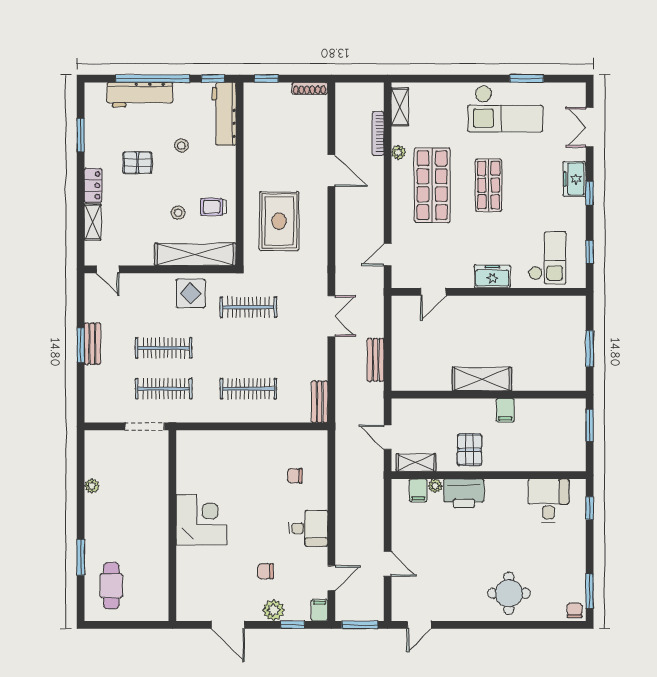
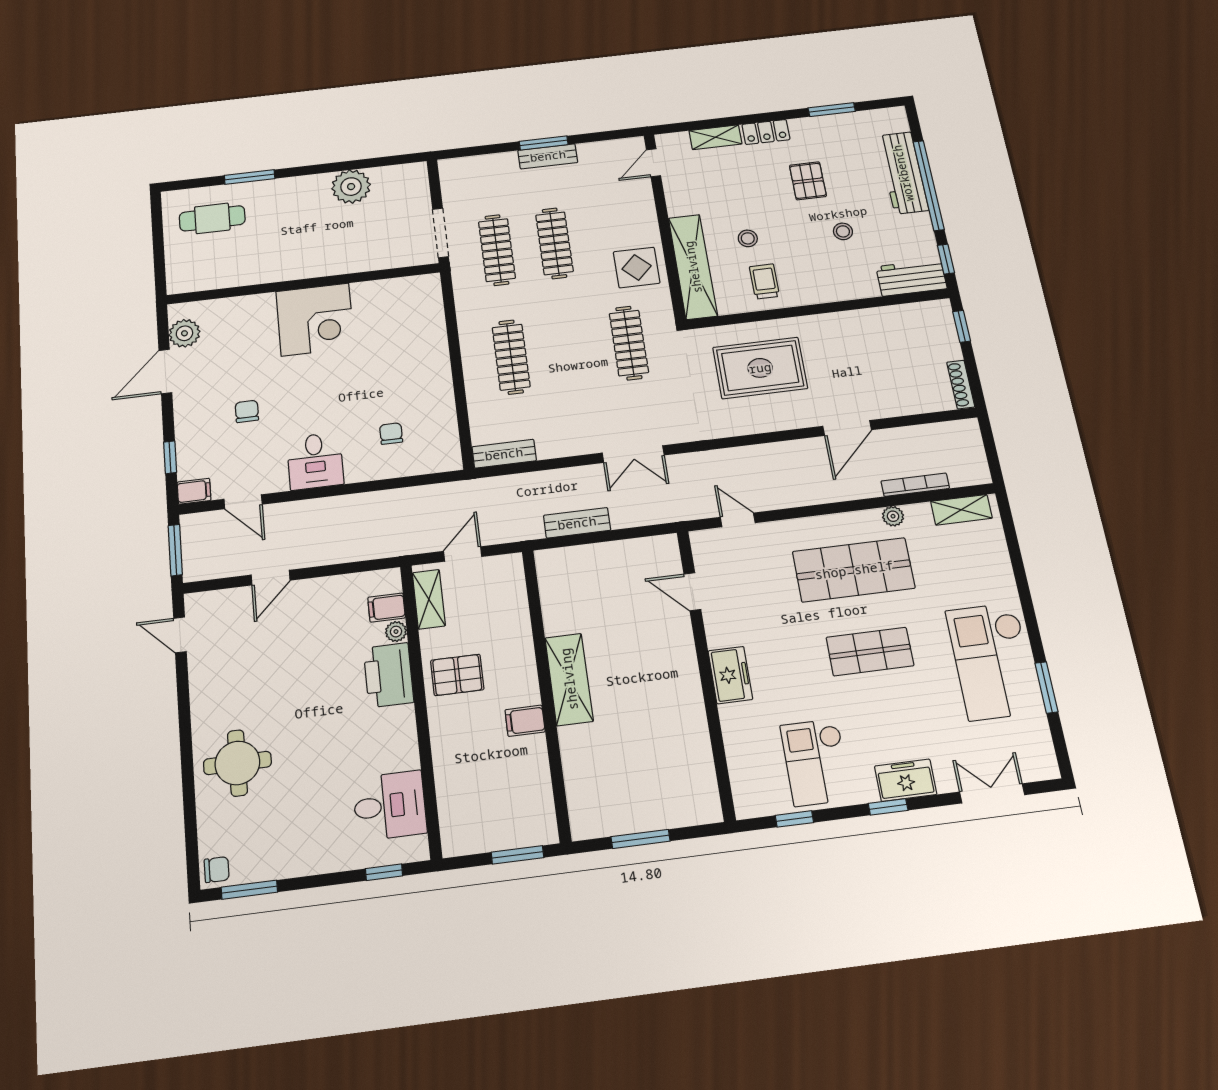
workbench: (224, 114) -> (911, 278), width x0.73
checkout: (547, 258) -> (816, 762), moved, turned 90
plant: (92, 486) -> (351, 187), width x1.88, depth x1.88
plant: (273, 610) -> (184, 333), moved

